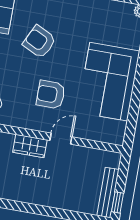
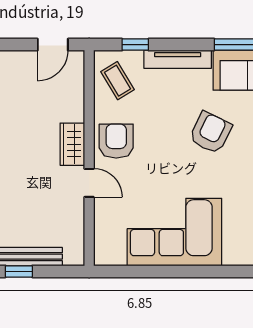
armchair: (51, 95) -> (116, 141), moved

